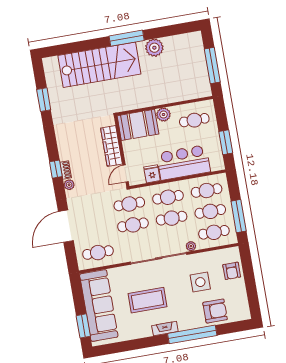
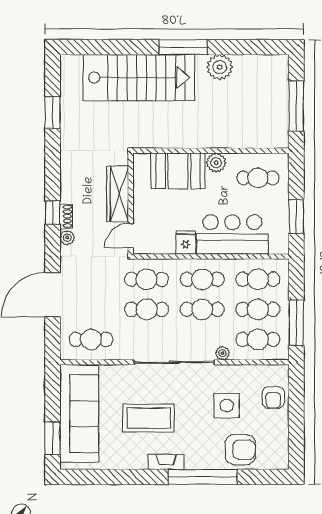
wardrobe: (112, 146) -> (118, 194), moved
wall: (122, 151) -> (131, 204), moved
door: (126, 173) -> (131, 236), moved

